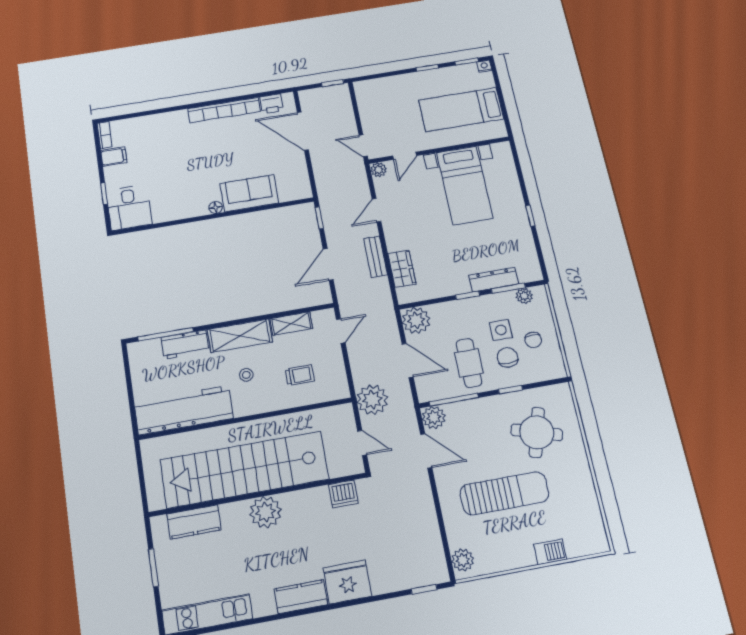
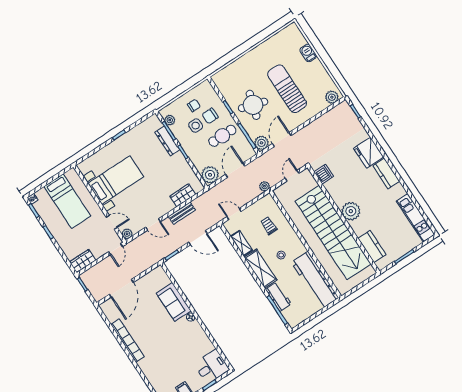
wardrobe: (366, 96) -> (83, 261), added
printer: (272, 104) -> (111, 315), removed
plant: (372, 400) -> (264, 186), width x0.53, depth x0.53
round table: (537, 432) -> (253, 105), moved

